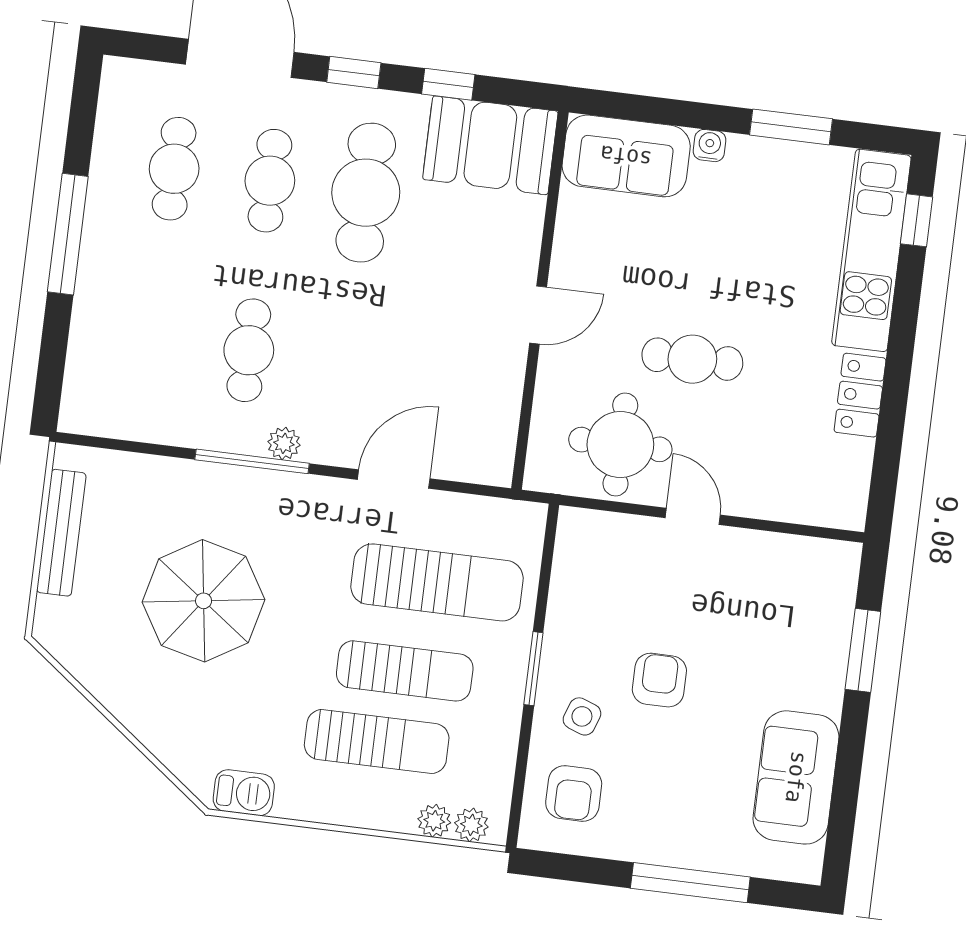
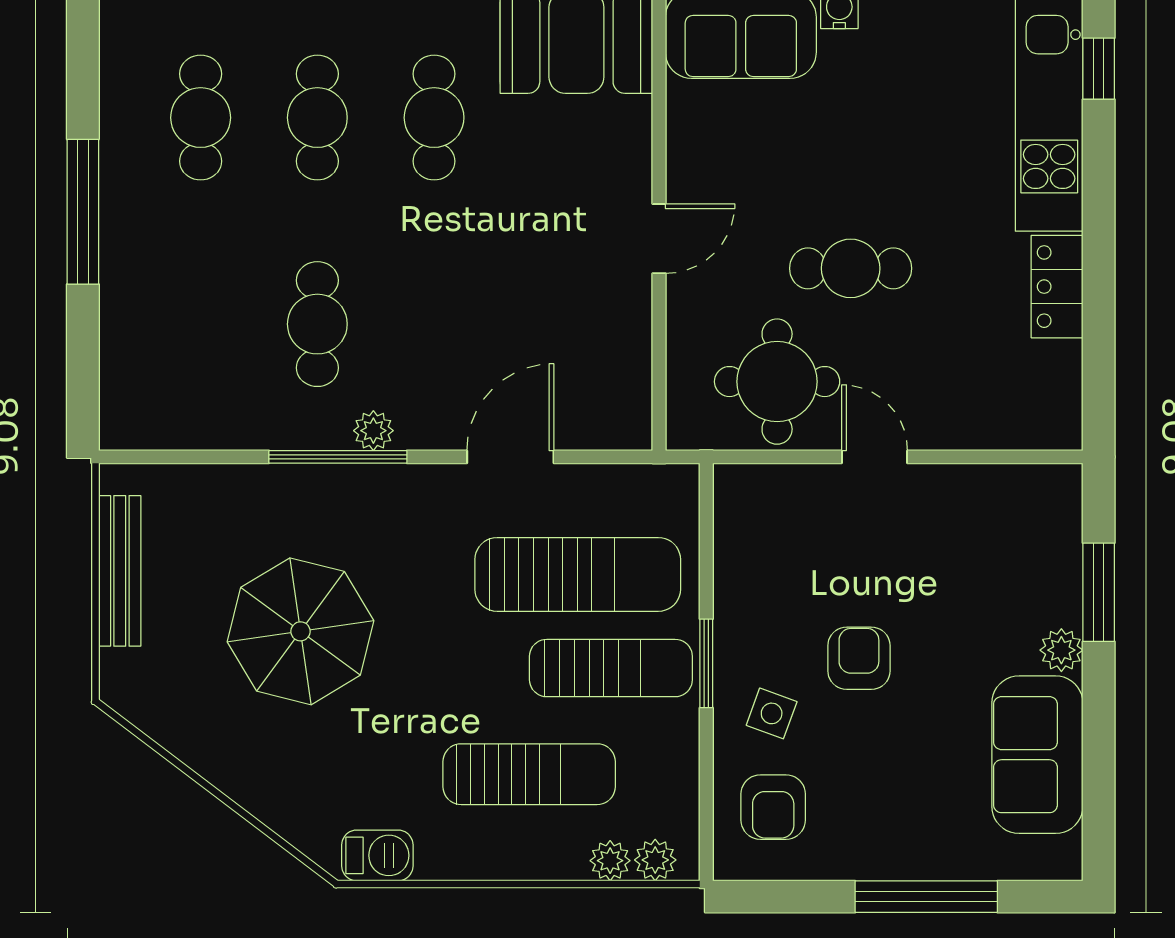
cafe table: (366, 193) -> (434, 118), width x0.73, depth x0.74
sun lounger: (405, 671) -> (611, 668), moved
plant: (826, 694) -> (1061, 650), added

